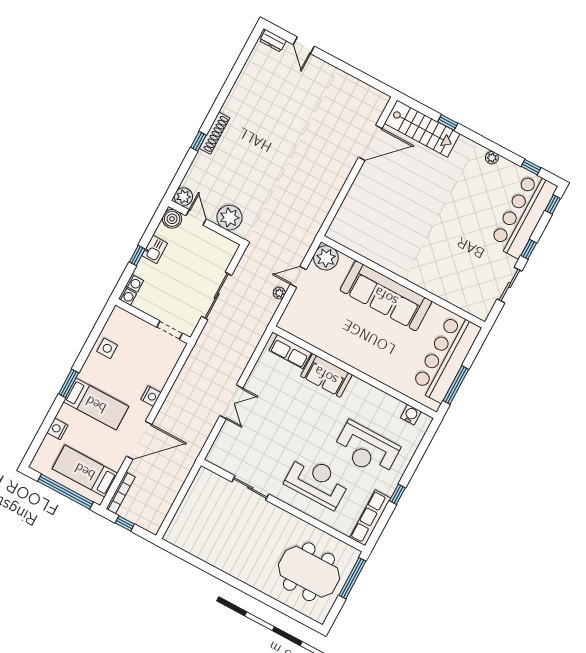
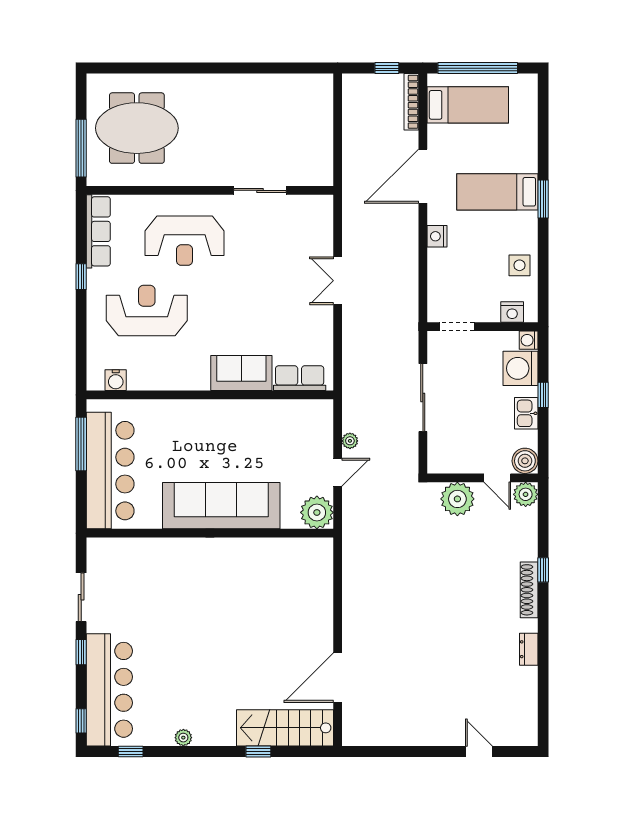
dresser: (273, 41) -> (529, 649), moved, turned -90
washing machine: (134, 283) -> (520, 368), width x1.89, depth x1.89
nightstand: (57, 429) -> (512, 312), moved, turned 90

